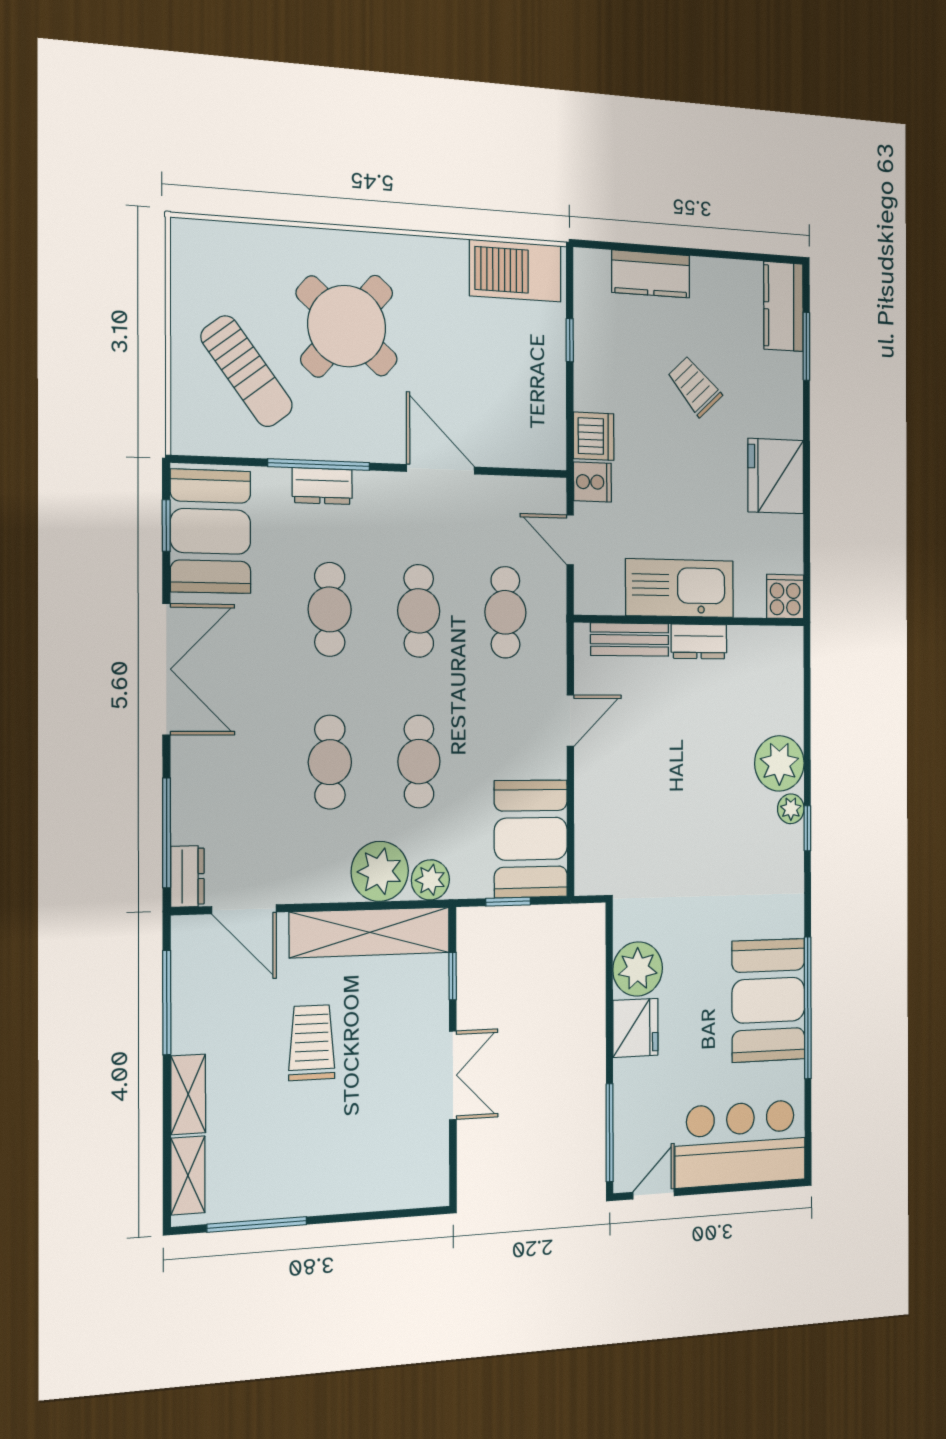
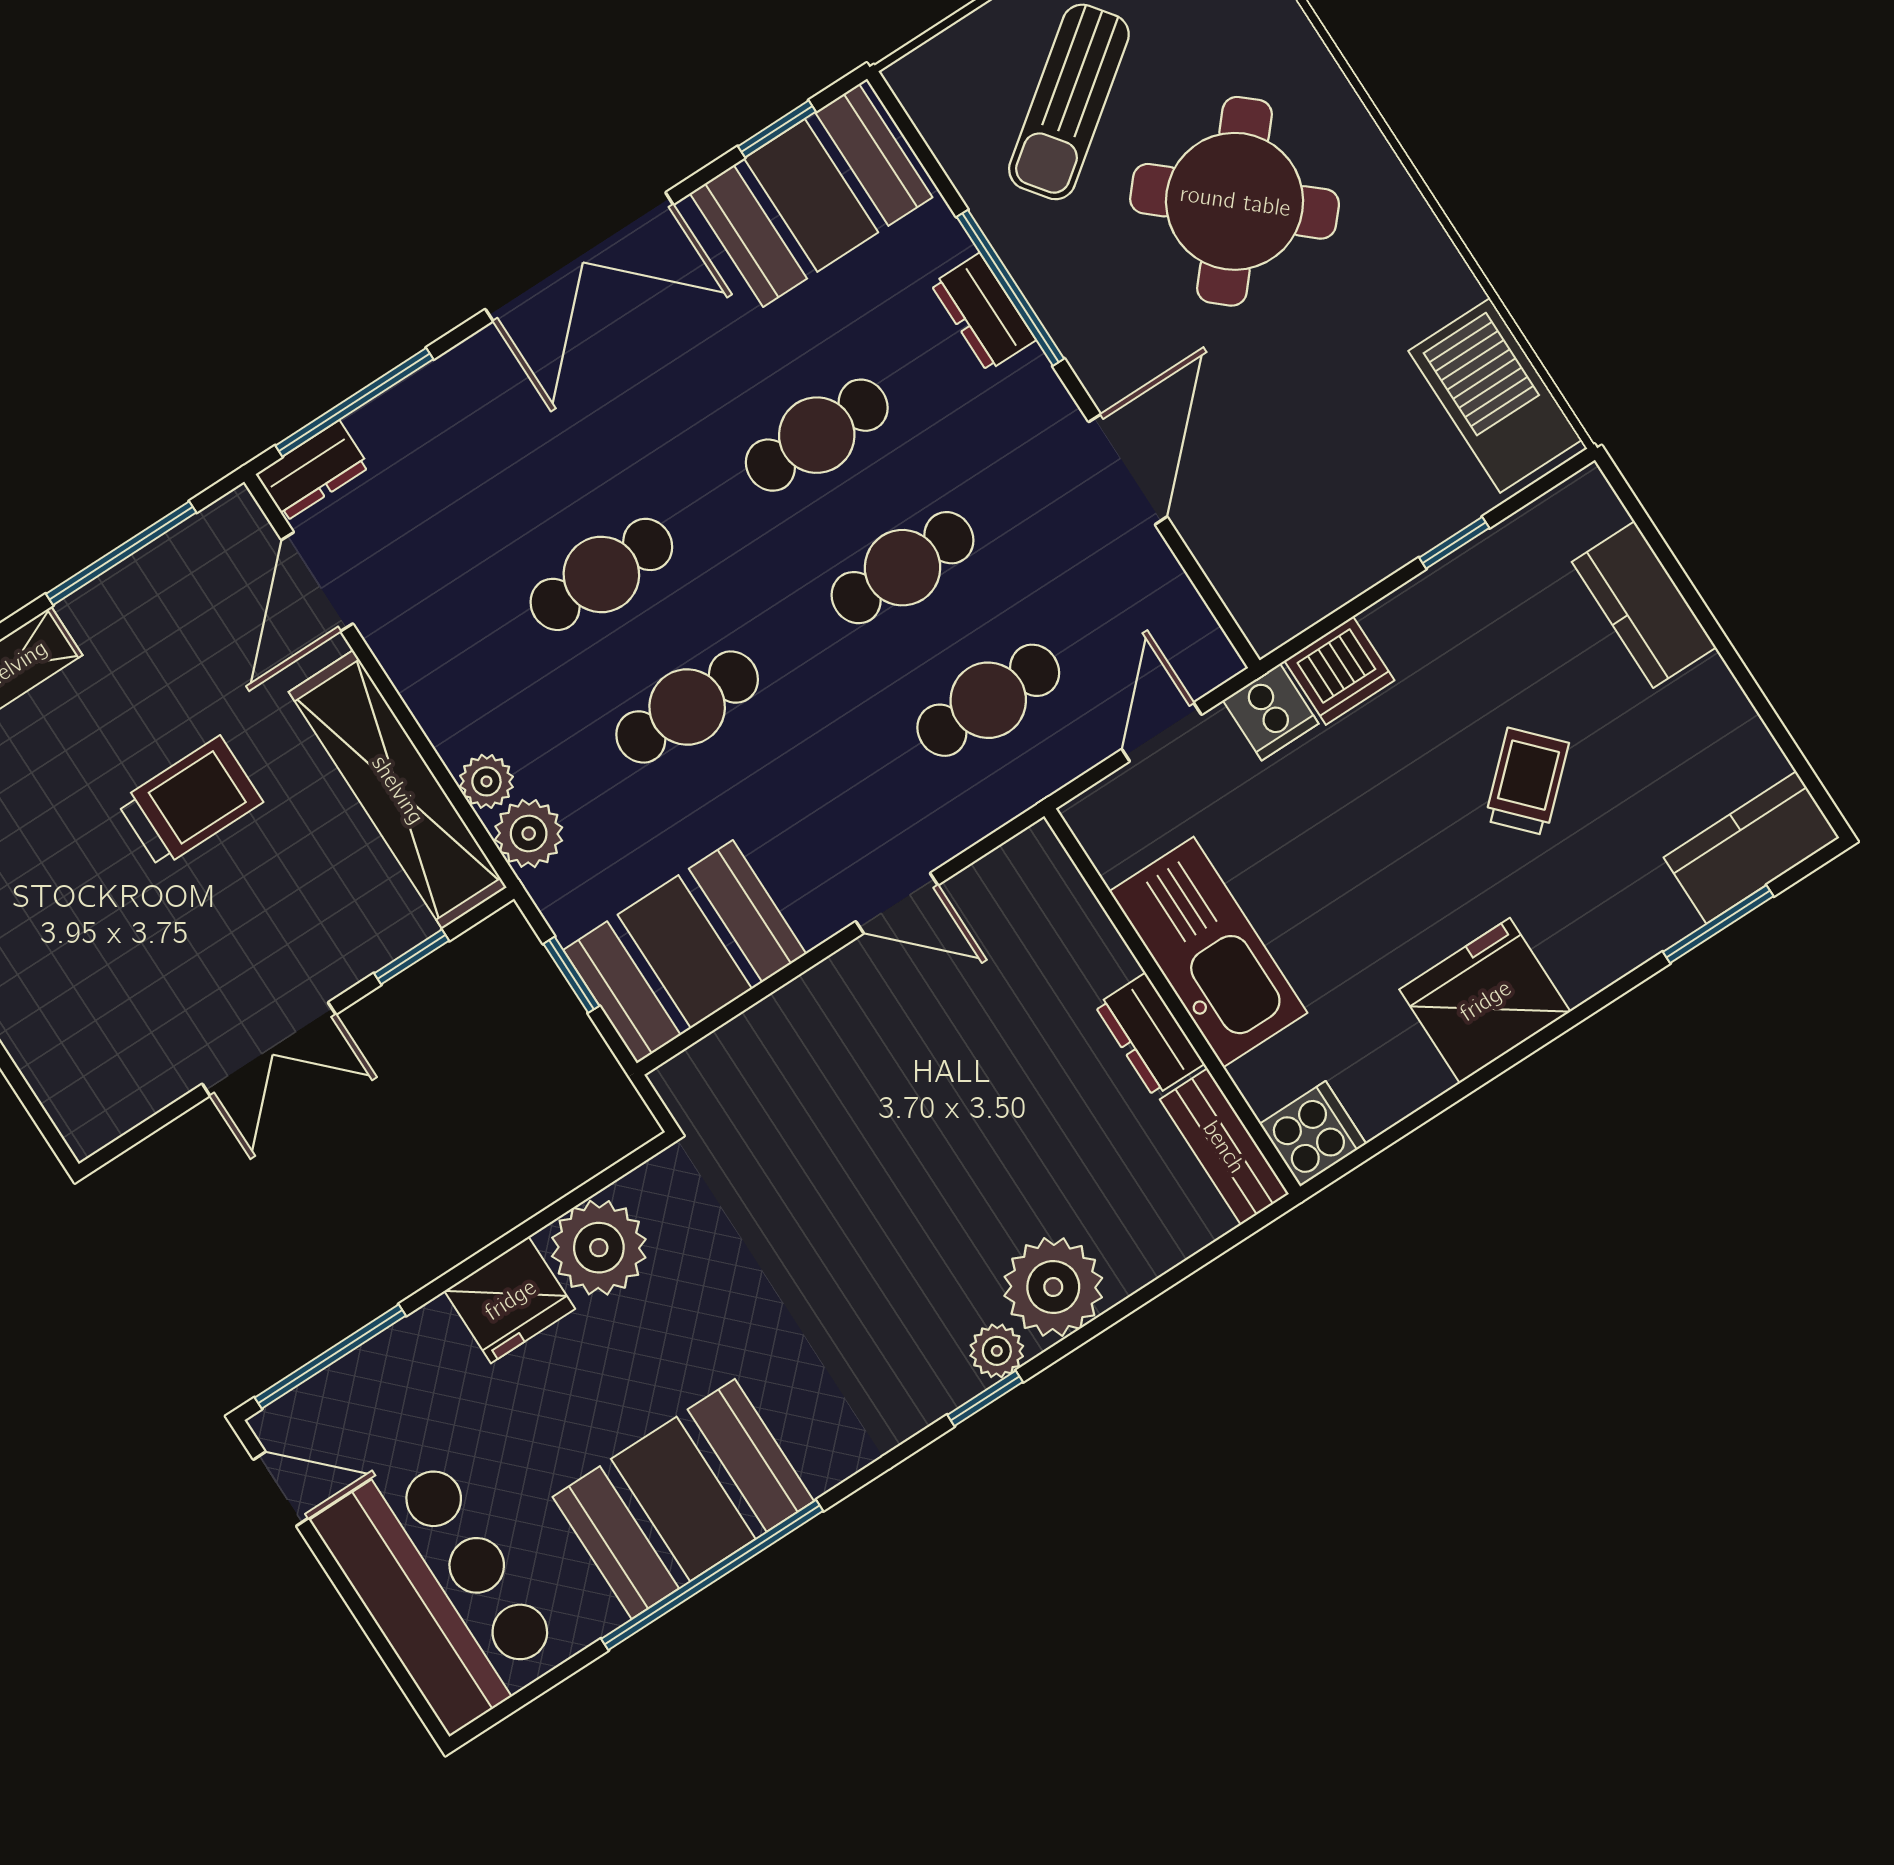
bench: (630, 640) -> (1224, 1147), moved
plant: (380, 871) -> (486, 781), width x0.53, depth x0.53

